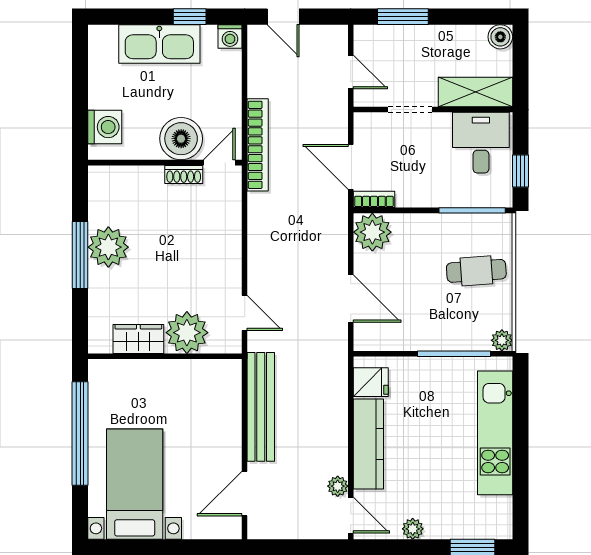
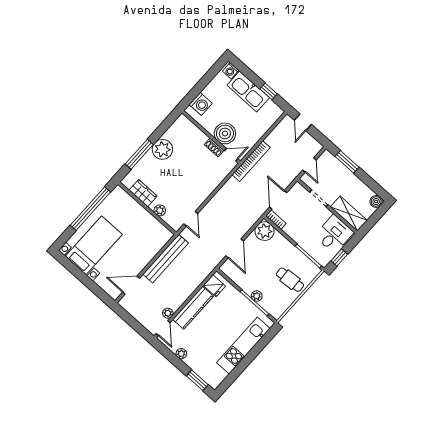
washing machine: (230, 37) -> (231, 71), moved
window: (80, 255) -> (139, 154), moved
plant: (187, 333) -> (160, 210), width x0.53, depth x0.53
plant: (502, 340) -> (257, 296), moved

